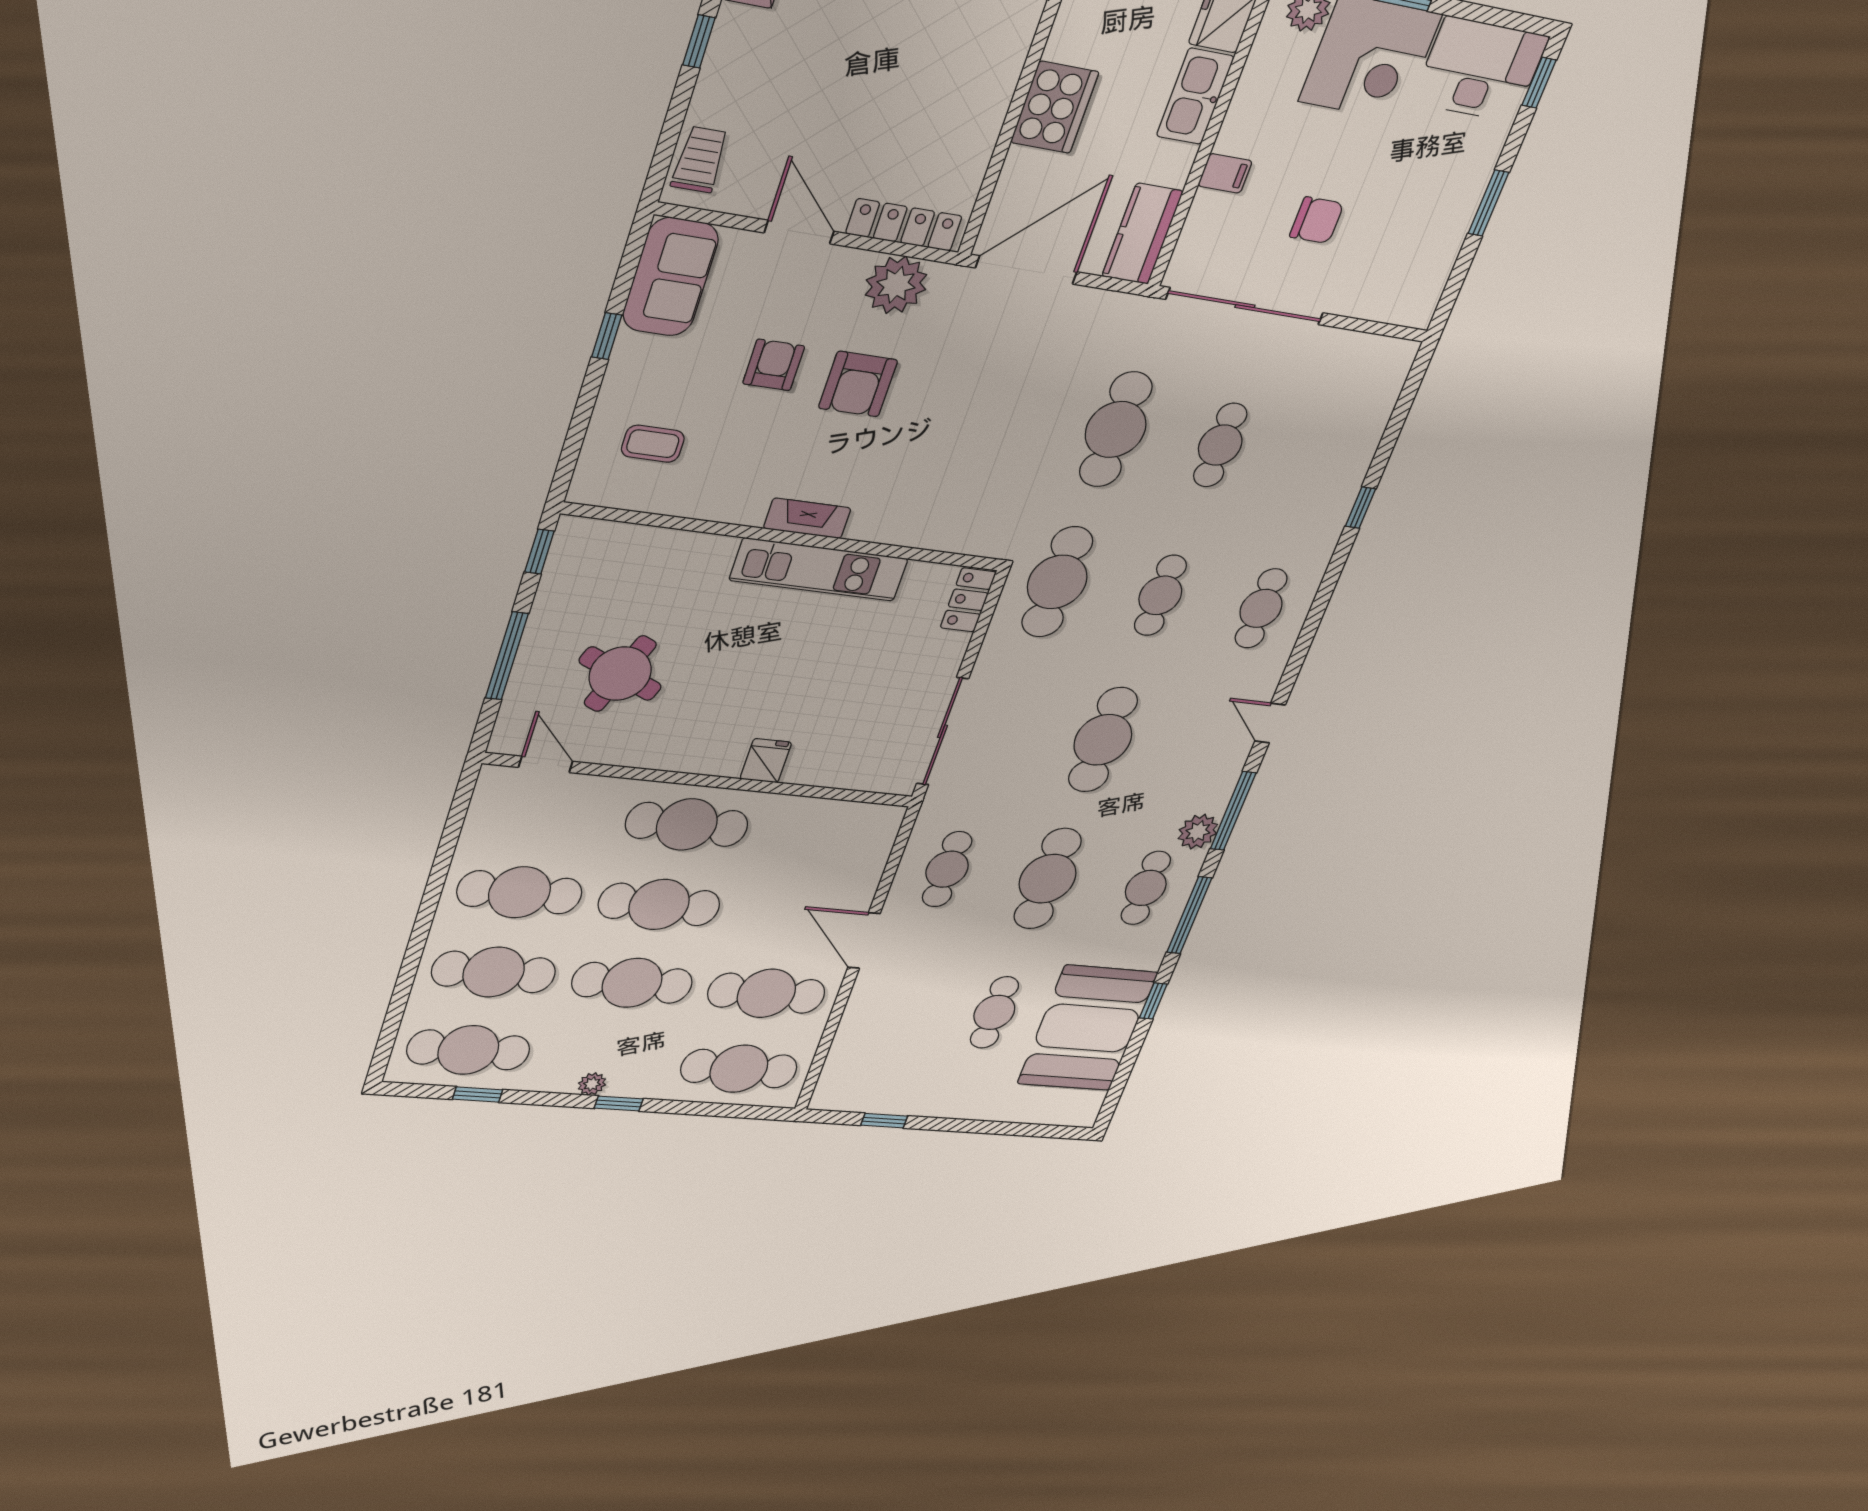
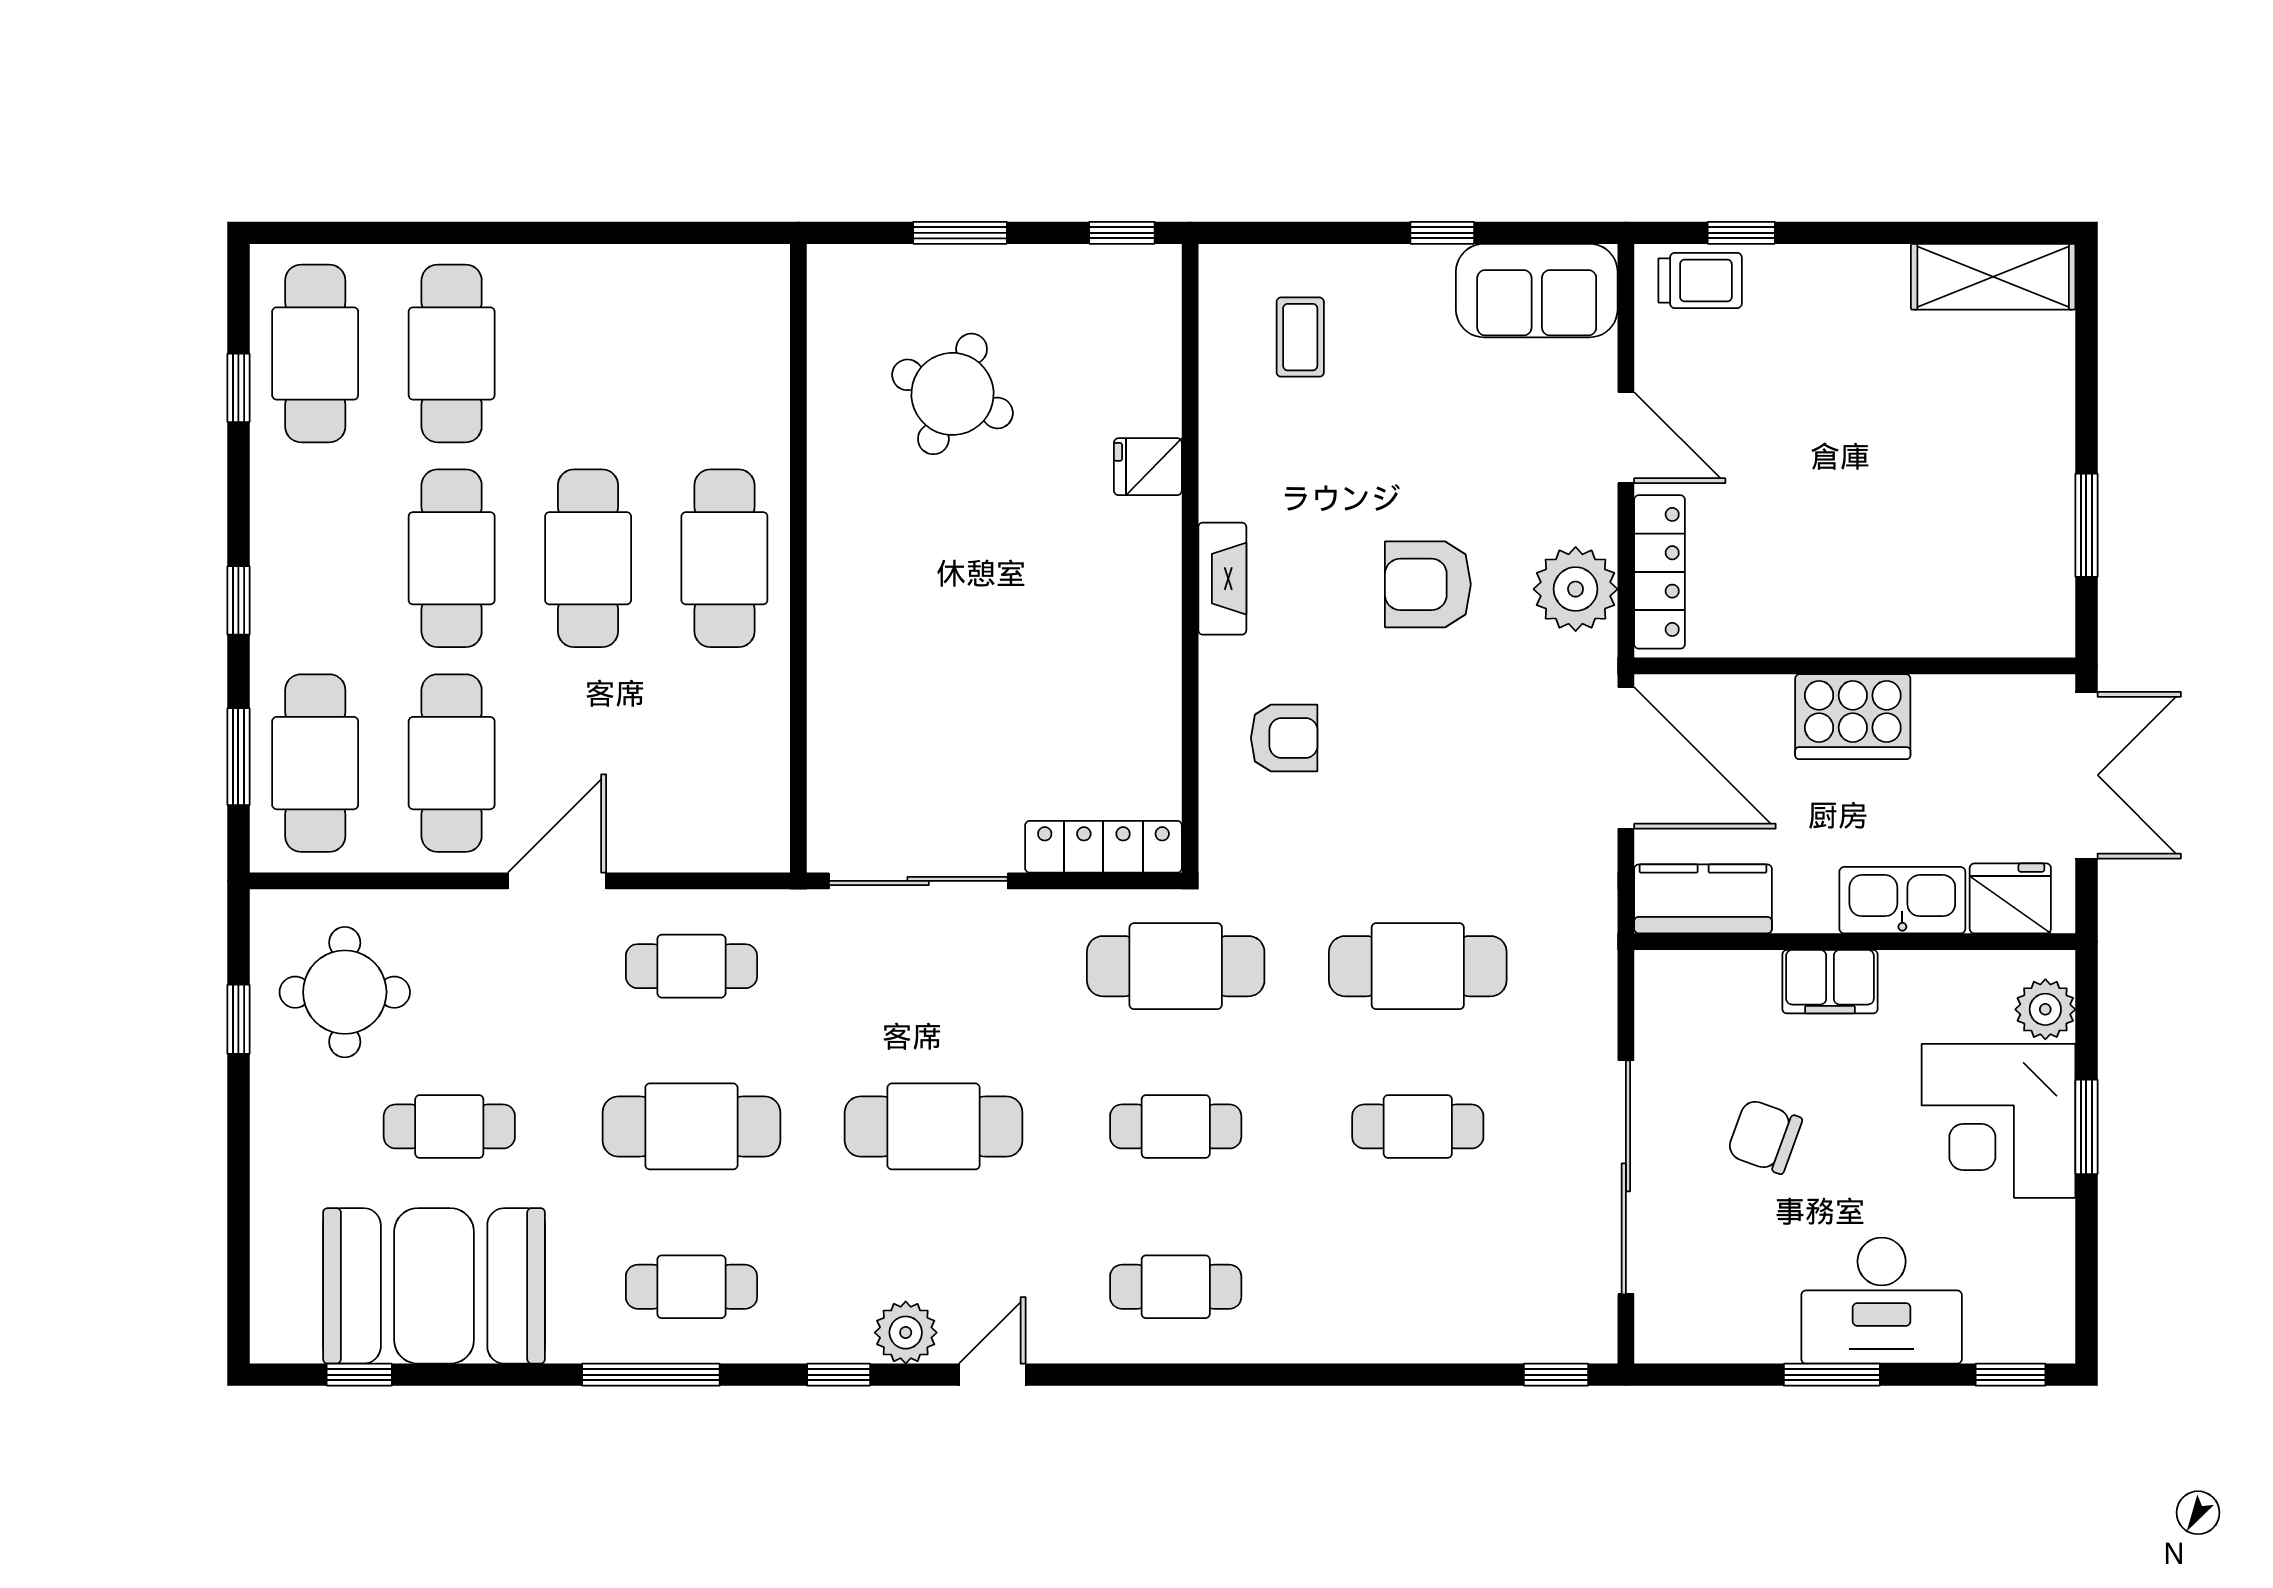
window: (699, 41) -> (1741, 233), moved
desk: (1480, 69) -> (1882, 1301), moved, turned 90
filing cabinet: (1225, 173) -> (1830, 982), width x2.00
chair: (1317, 220) -> (1764, 1136), turned 110
door: (799, 232) -> (1626, 438), hinge flipped
sliding door: (1245, 306) -> (1626, 1177), moved
armchair: (774, 365) -> (1284, 738), moved
window: (1361, 508) -> (1556, 1375), moved
kitchen unit: (819, 569) -> (1148, 620), removed
locker: (968, 600) -> (1103, 847), width x1.53
window: (507, 656) -> (960, 233), width x0.69
fridge: (766, 761) -> (1148, 467), moved, turned 180
door: (546, 764) -> (798, 332), removed
window: (1233, 811) -> (839, 1375), width x0.46
plant: (1198, 832) -> (906, 1333), moved
cafe table: (520, 892) -> (588, 353), removed
window: (1153, 1001) -> (359, 1375), moved
round table: (889, 1063) -> (345, 992), added
plant: (592, 1084) -> (270, 550), removed
window: (720, 1110) -> (238, 757), added

